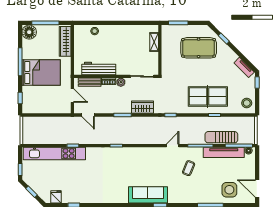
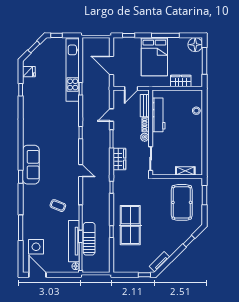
wardrobe: (65, 41) -> (181, 81), width x0.67
pool table: (199, 48) -> (182, 202), moved
stool: (247, 103) -> (124, 264), removed
door: (50, 115) -> (112, 65), added
door: (88, 115) -> (112, 115), moved
door: (173, 146) -> (81, 171), moved
door: (257, 188) -> (37, 275), hinge flipped

